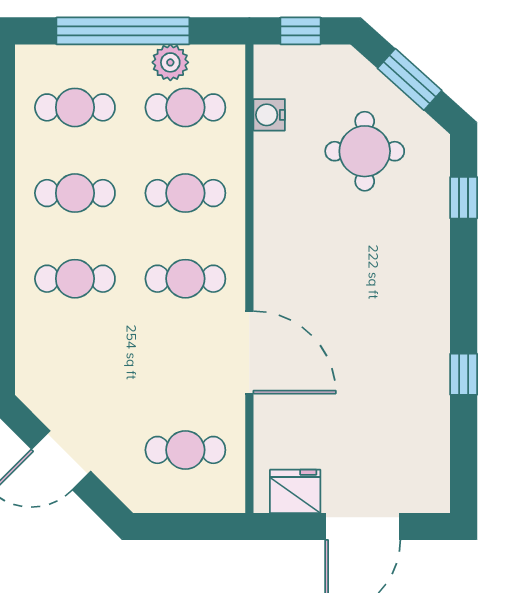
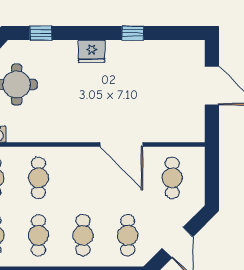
cafe table: (185, 279) -> (128, 235), moved
door: (249, 352) -> (121, 145), swing flipped
fridge: (295, 491) -> (92, 51), moved, turned -90

